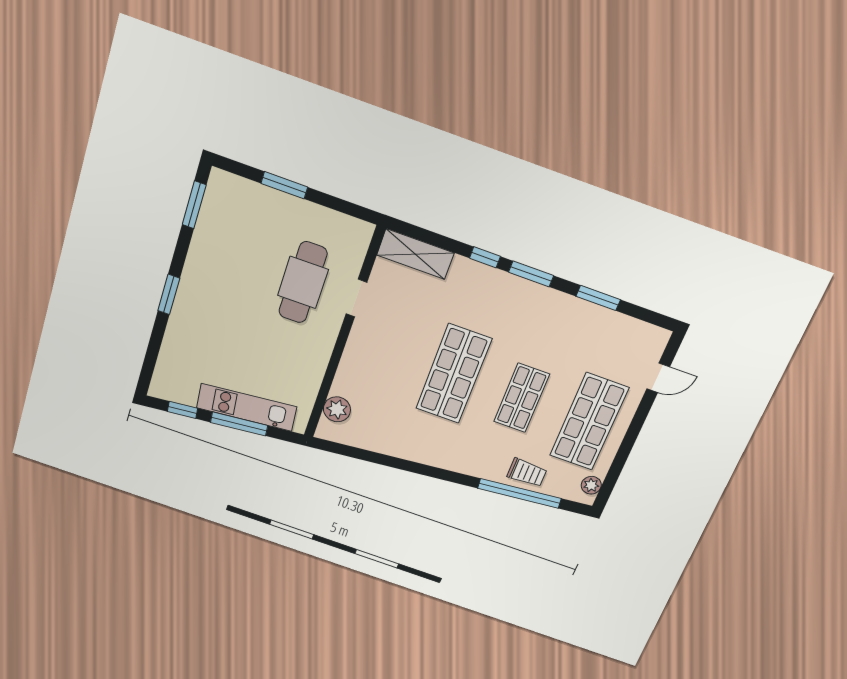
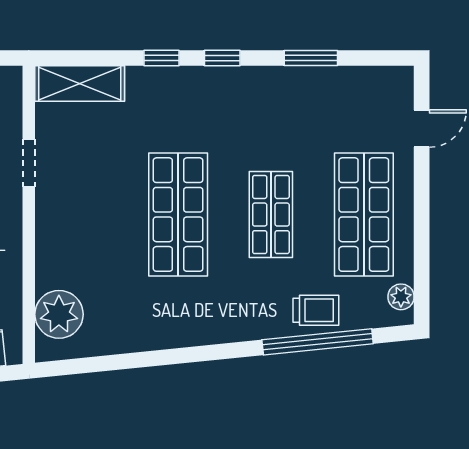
window: (531, 274) -> (222, 58), width x0.67
plant: (337, 409) -> (59, 314), width x1.36, depth x1.36

